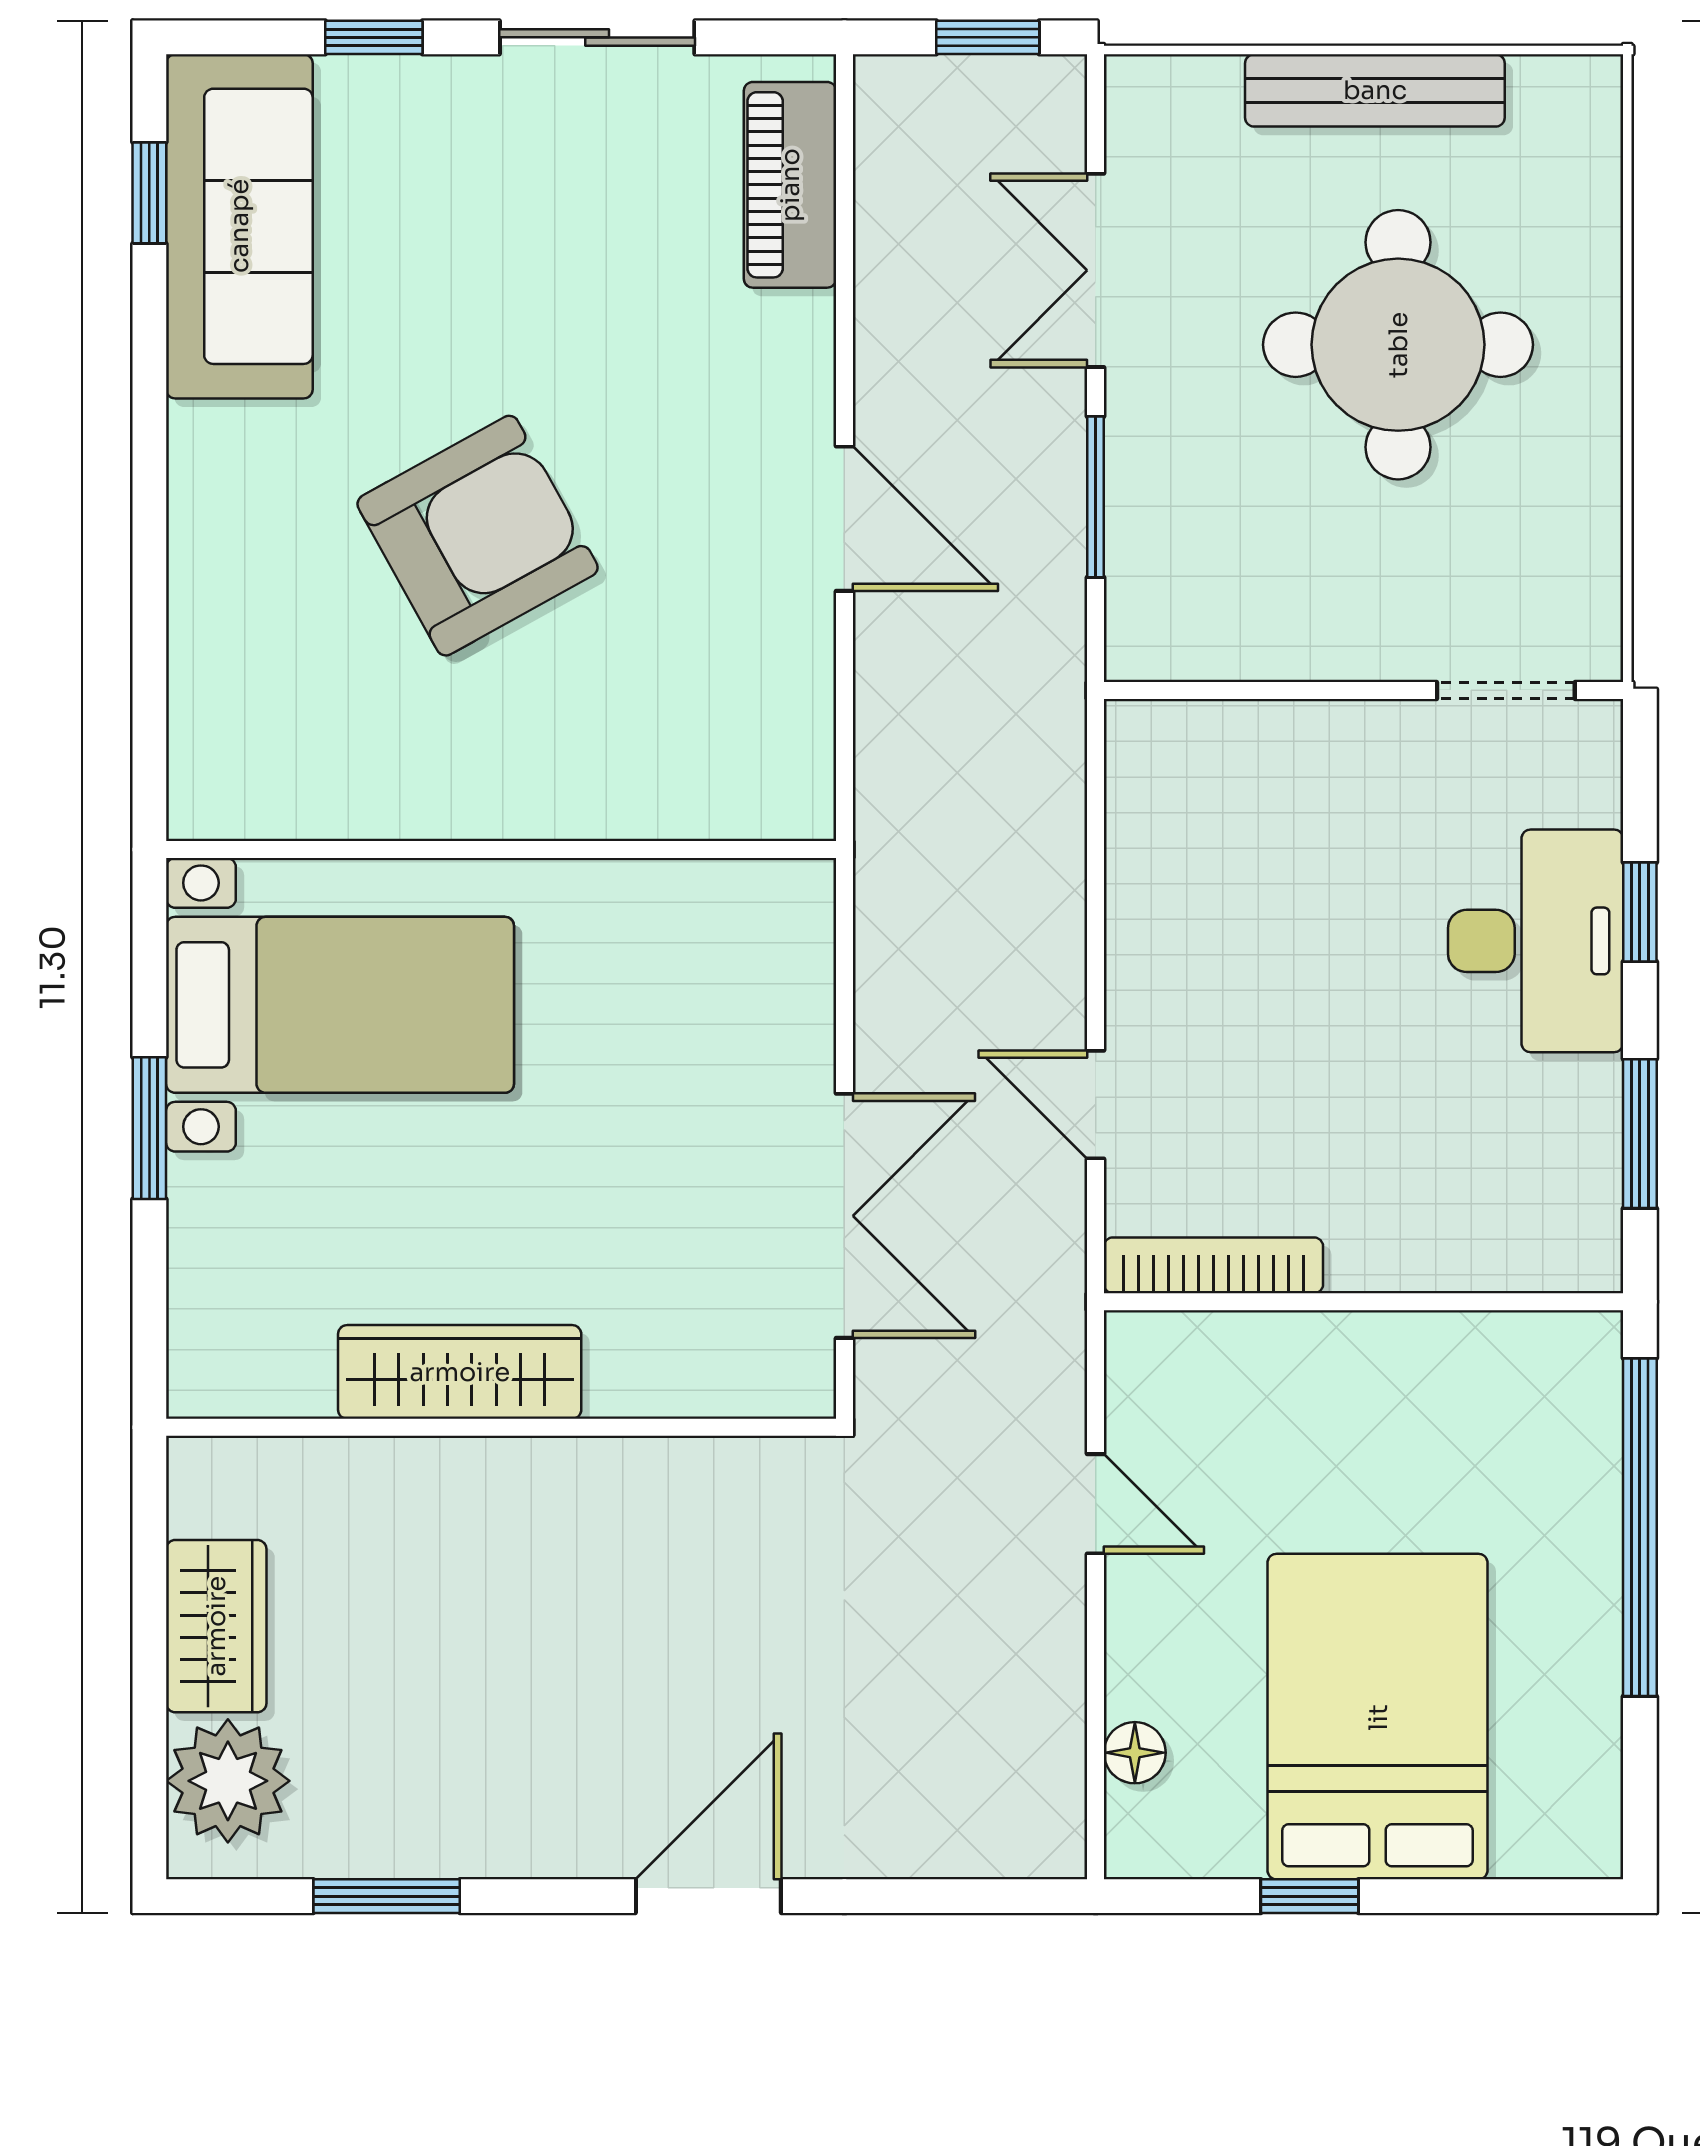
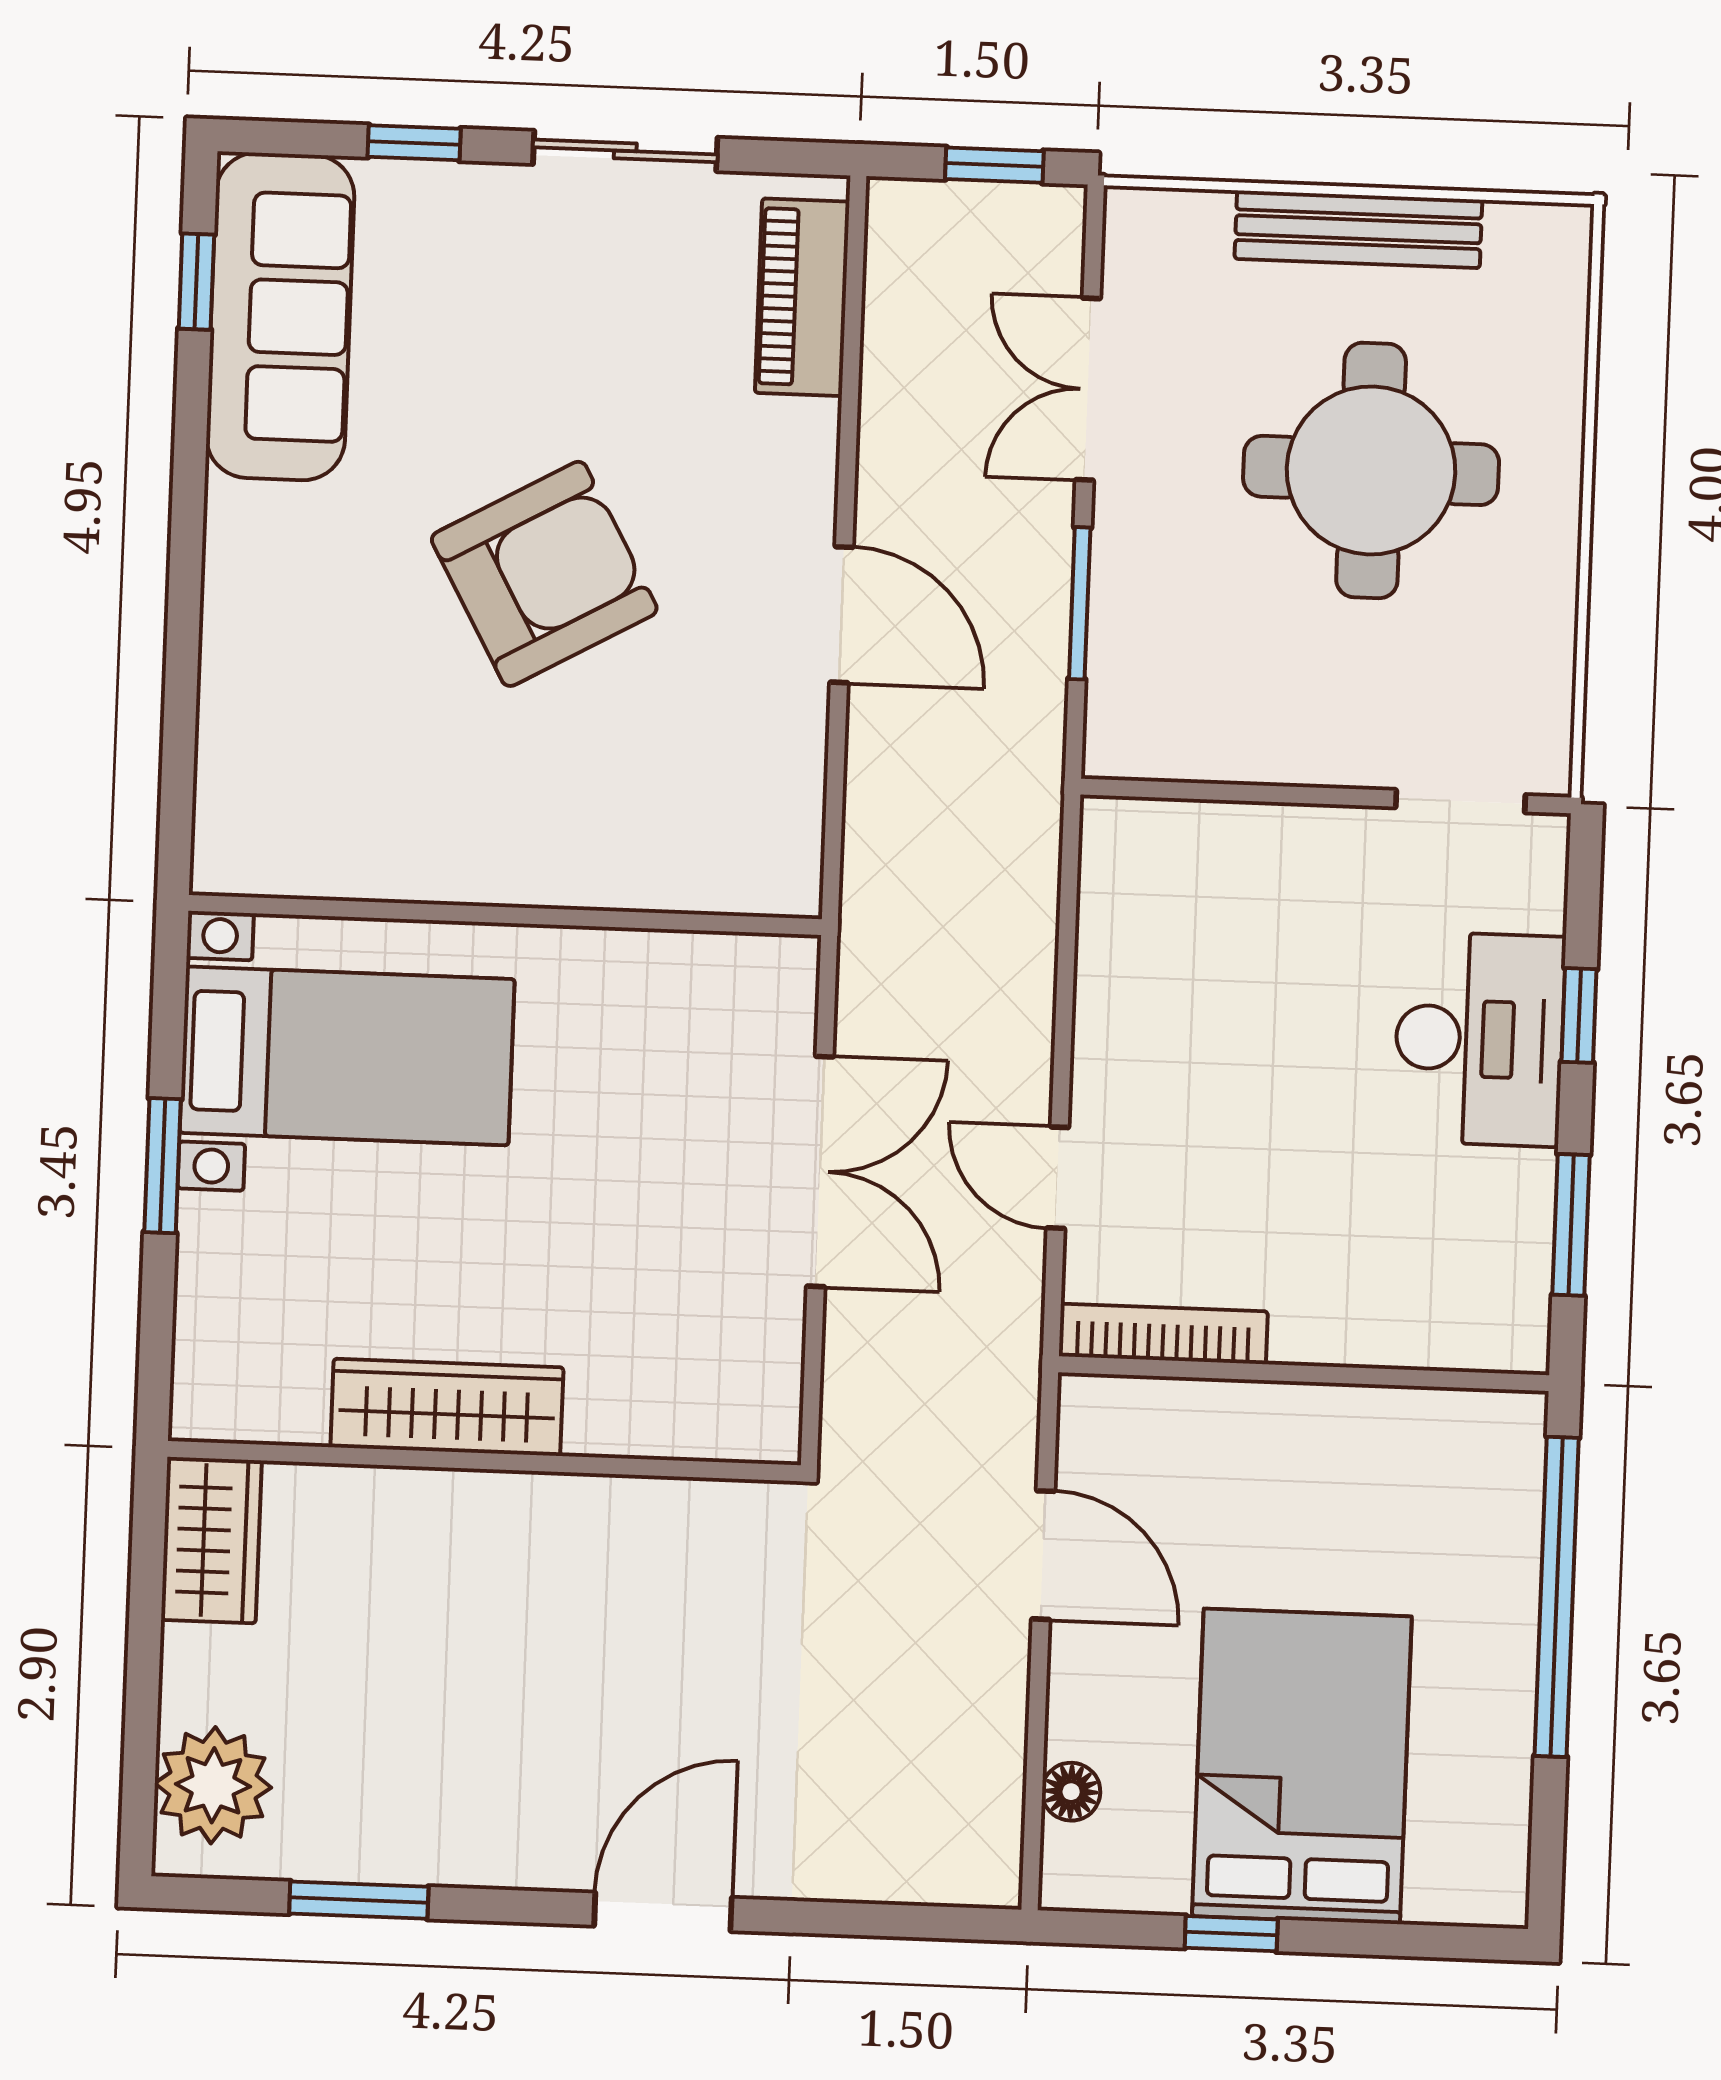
armchair: (478, 536) -> (544, 574), moved
double door: (844, 1216) -> (820, 1172), moved
door: (1096, 1504) -> (1043, 1555), width x1.38
wardrobe: (216, 1626) -> (211, 1540), moved

